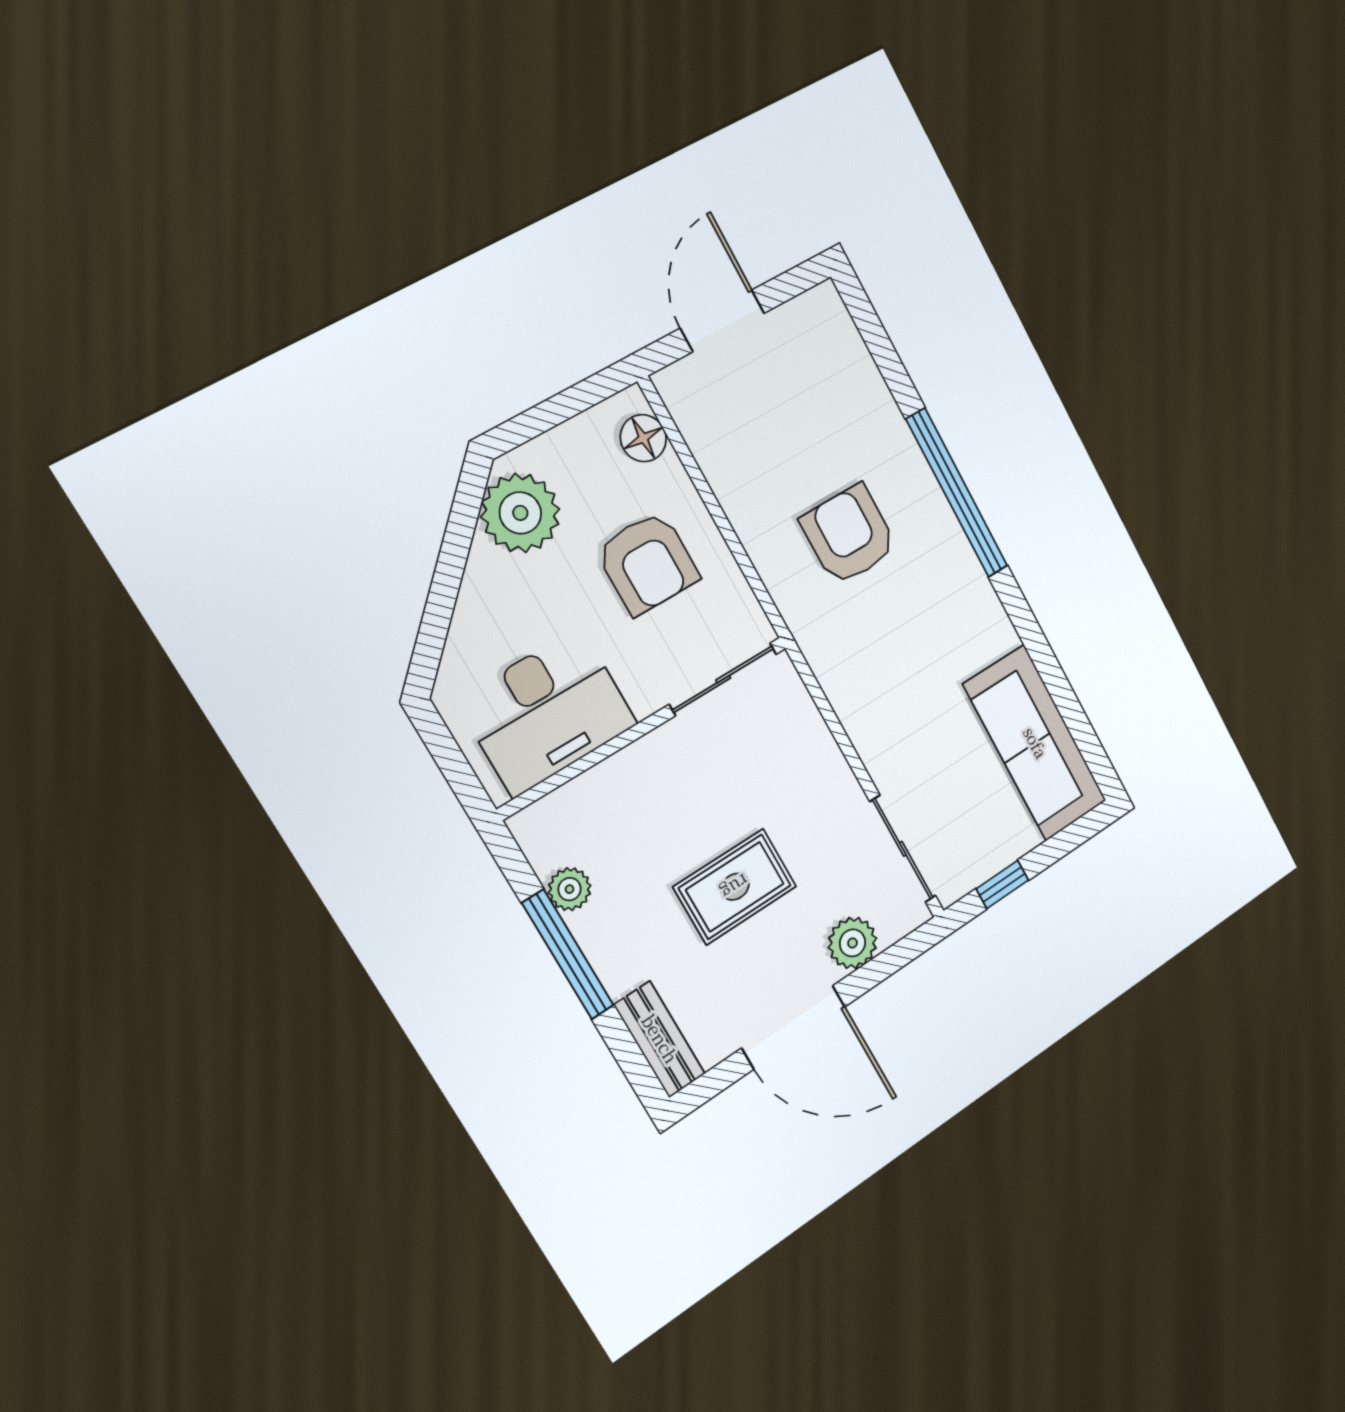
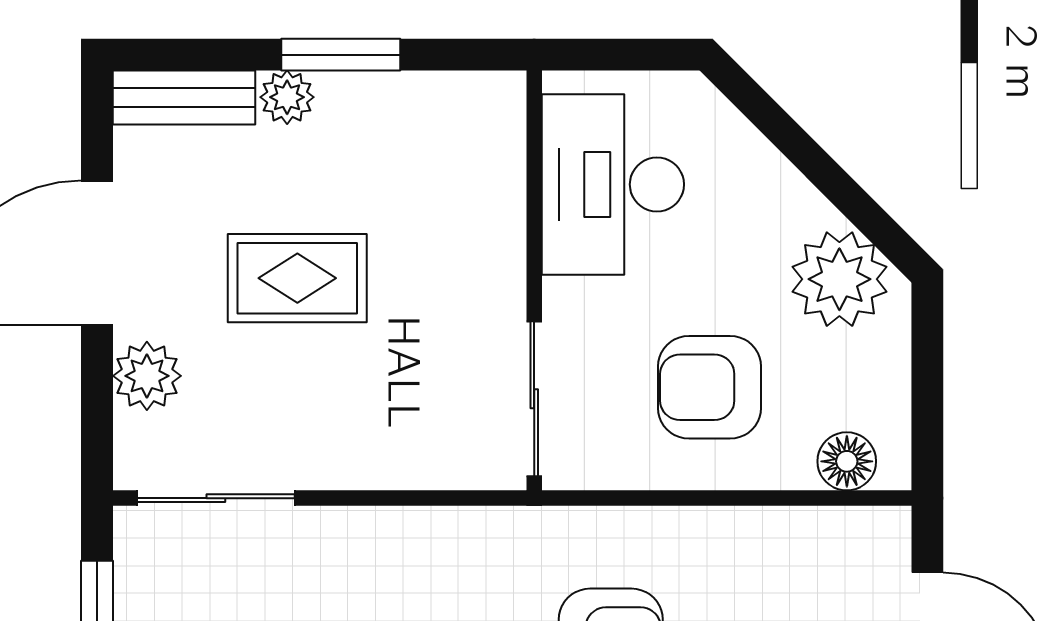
rug: (735, 887) -> (297, 278), turned 90
plant: (570, 889) -> (287, 97), moved
window: (568, 954) -> (341, 55), width x0.69

